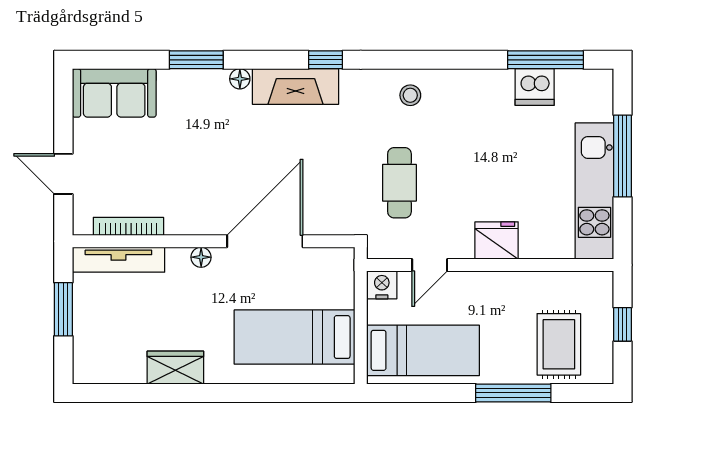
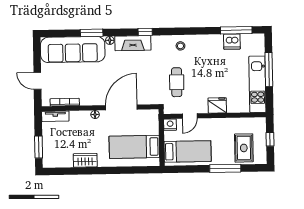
sofa: (114, 93) -> (73, 50), width x1.85, depth x1.27
tv unit: (118, 260) -> (55, 116), width x0.71
window: (63, 309) -> (39, 147), moved

